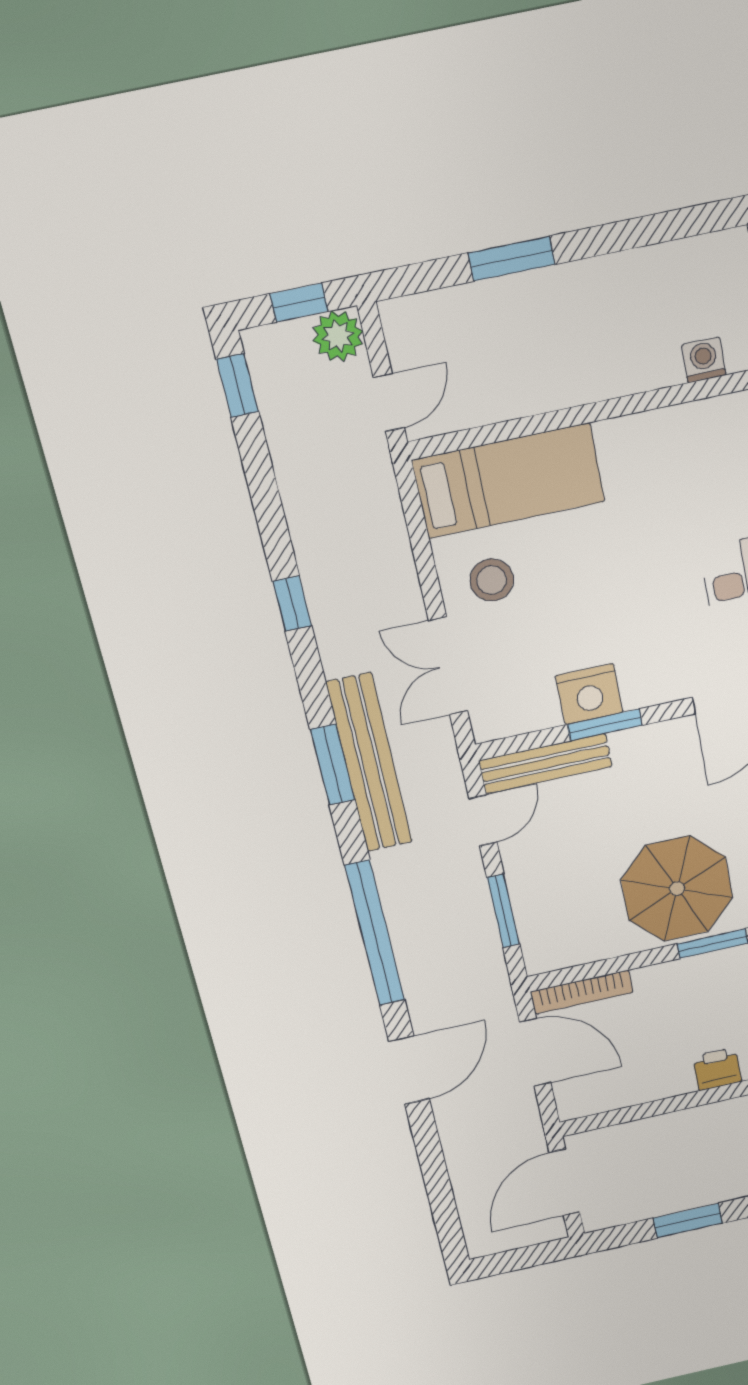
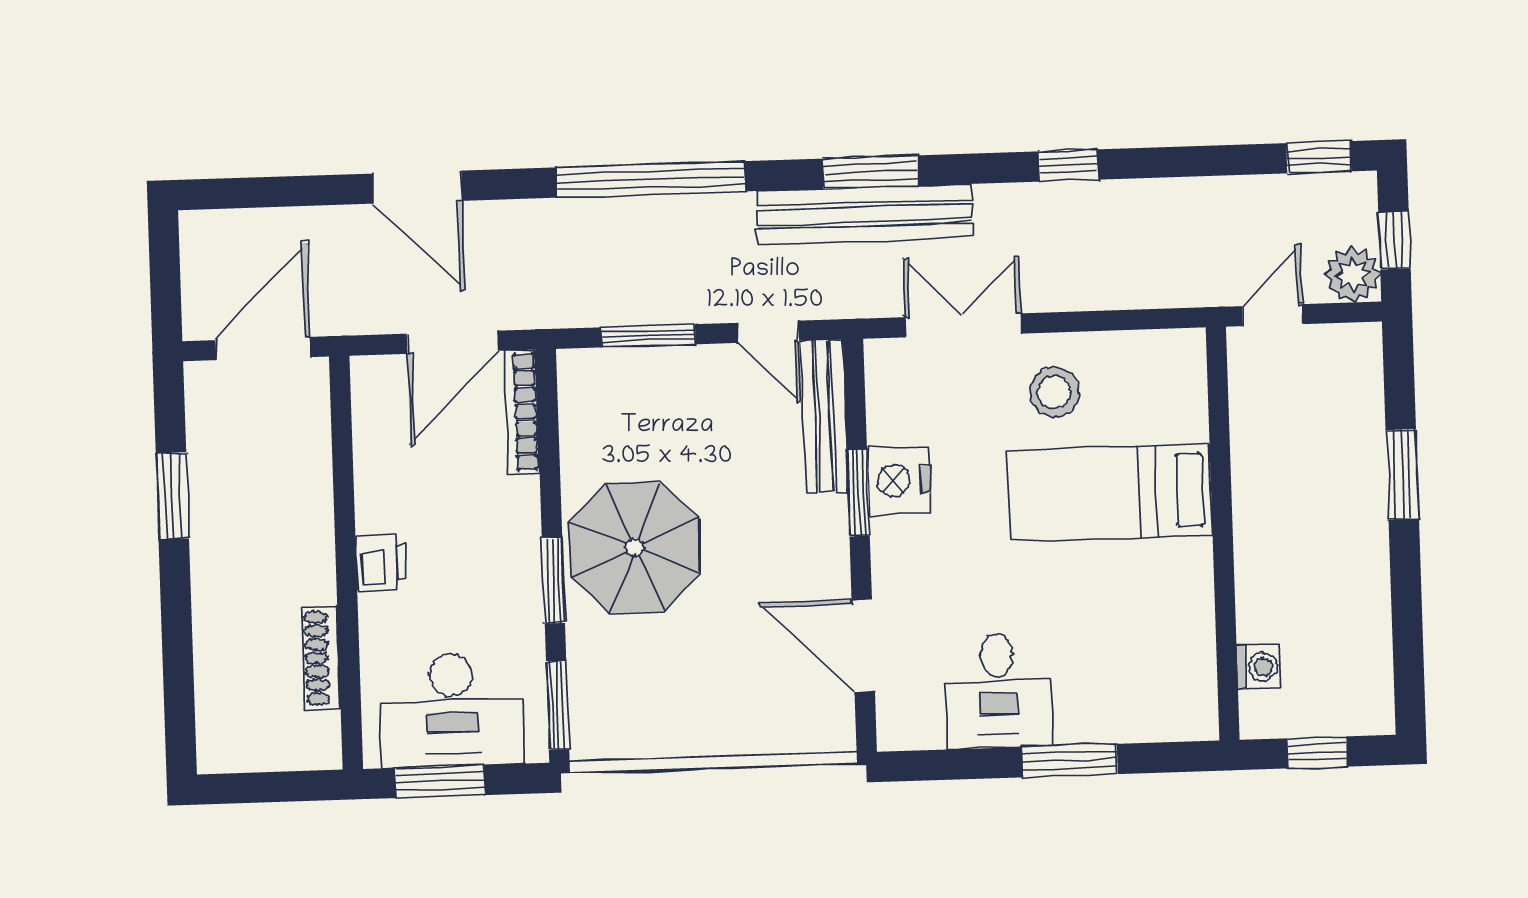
door: (389, 402) -> (1272, 315), swing flipped
bed: (509, 481) -> (1109, 493), moved, turned 90
door: (409, 1070) -> (417, 187), moved
door: (565, 1182) -> (263, 349), hinge flipped

